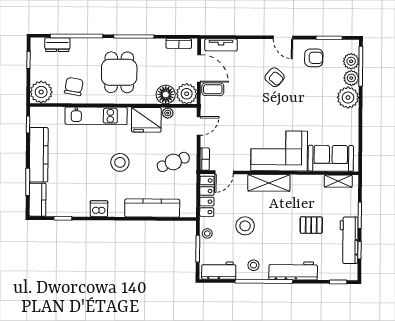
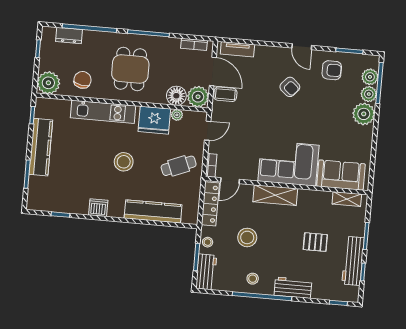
kitchen counter: (38, 200) -> (36, 193), removed
workbench: (219, 271) -> (206, 272), moved, turned 90
workbench: (293, 271) -> (293, 288), width x0.73

